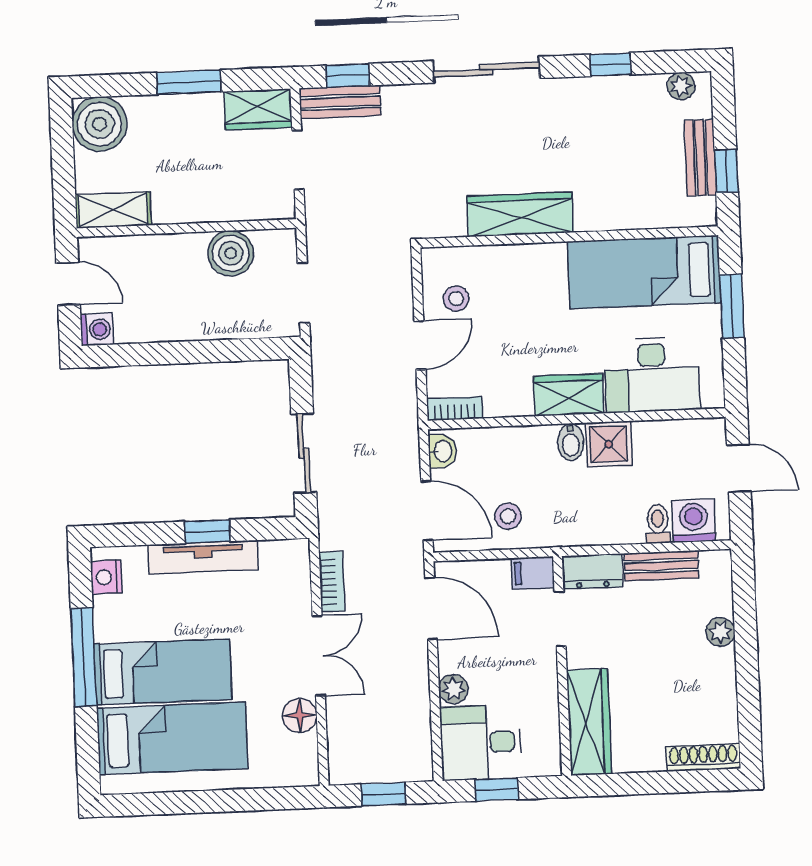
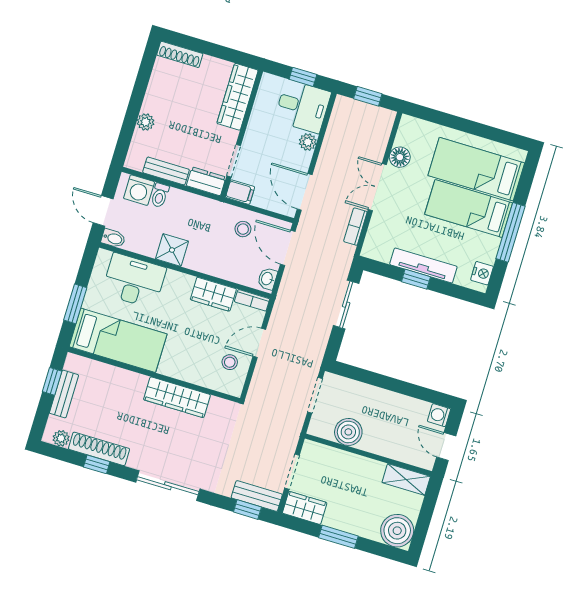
shoe rack: (615, 90) -> (99, 449), added
wardrobe: (569, 395) -> (213, 294), moved
bidet: (571, 442) -> (113, 238), moved, turned 90

